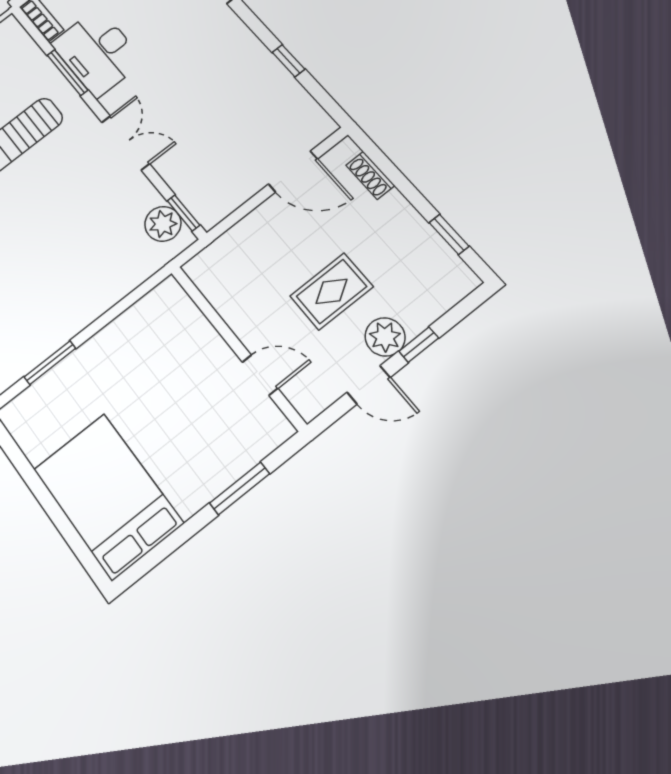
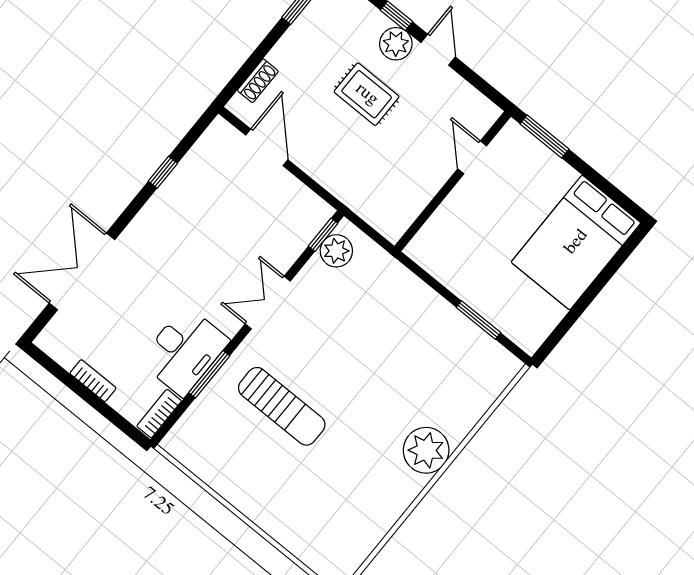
wall: (237, 347) -> (453, 181), moved
door: (260, 375) -> (472, 157), moved

